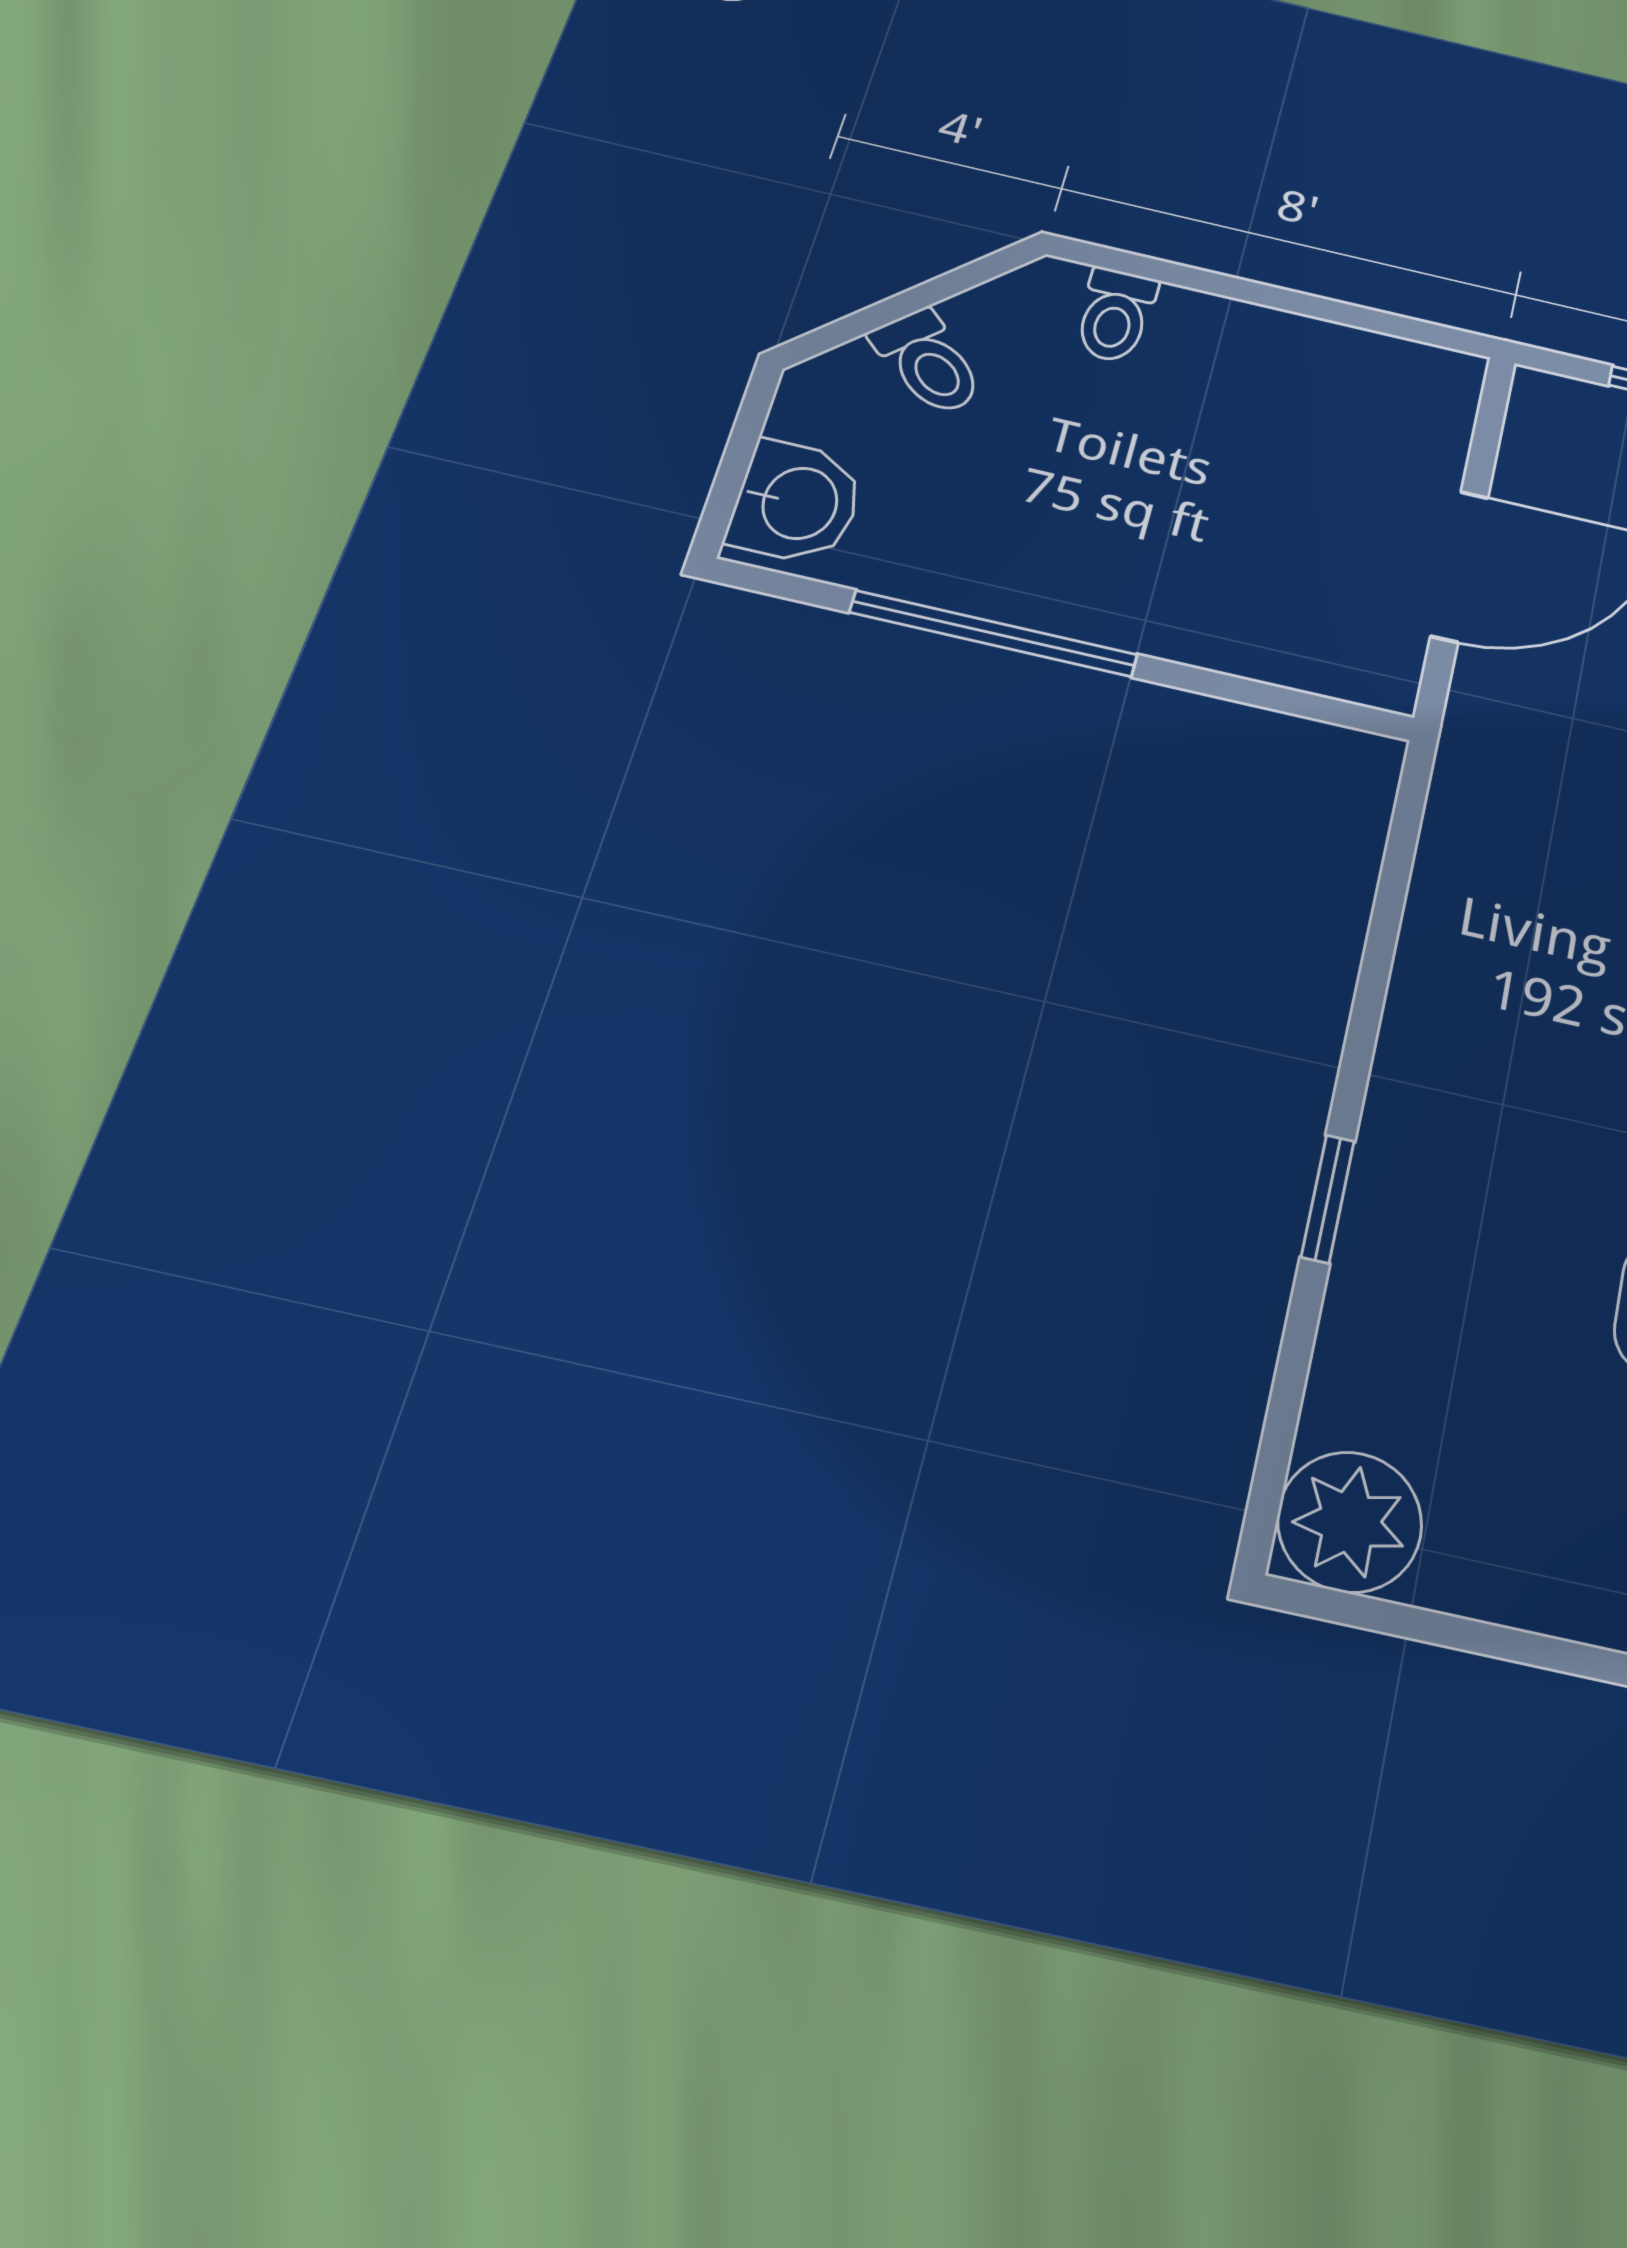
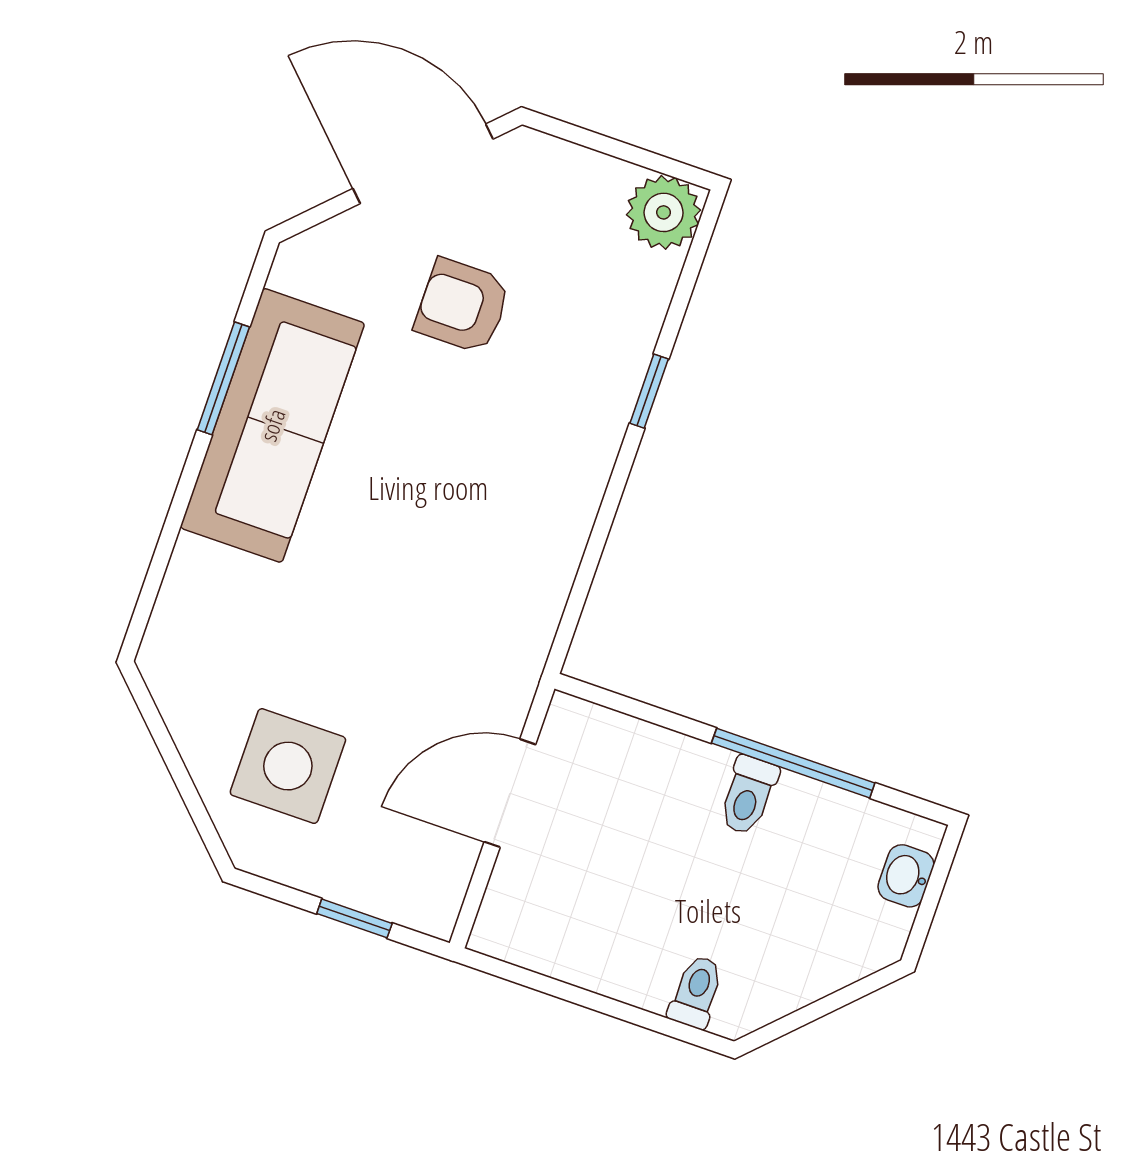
toilet: (928, 362) -> (748, 795), moved, turned -135
washbasin: (797, 502) -> (906, 876), width x0.72, depth x0.69

